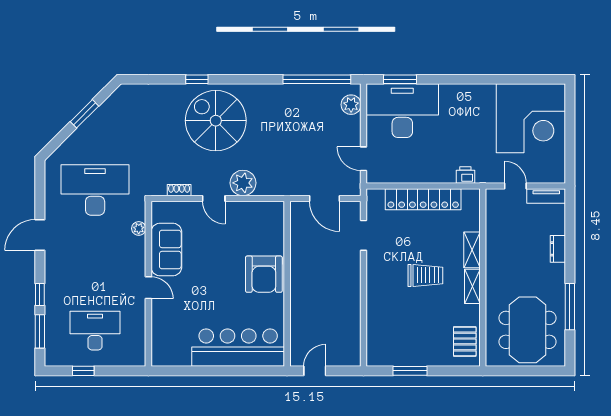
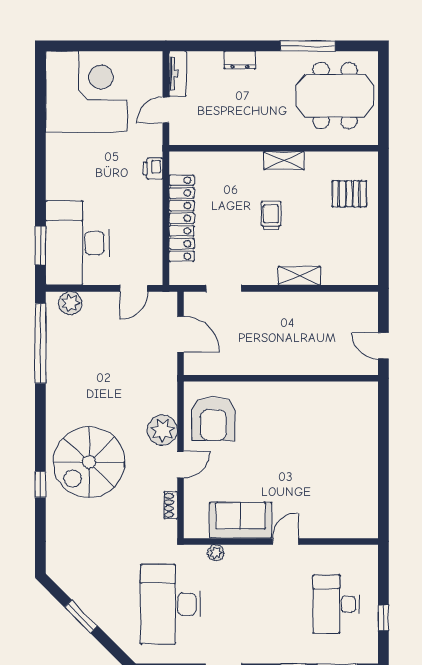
door: (325, 198) -> (181, 334), hinge flipped
shelving: (472, 250) -> (299, 276), moved
armchair: (264, 274) -> (213, 419), moved, turned 90
trolley: (425, 275) -> (271, 216), width x0.73, depth x0.72
pallet: (465, 341) -> (349, 194), moved
bar counter: (238, 348) -> (356, 436), removed
window: (410, 371) -> (383, 234), removed

